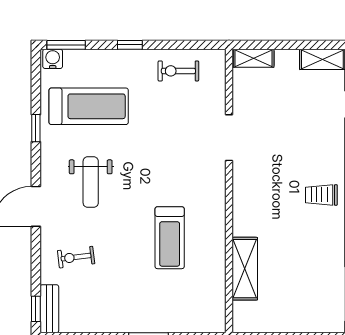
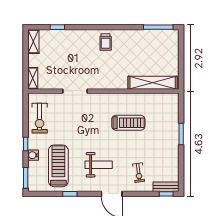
water cooler: (53, 59) -> (33, 155), moved
exercise bike: (178, 71) -> (40, 118), width x1.38, depth x1.39
shelving: (245, 269) -> (153, 83), width x1.47

